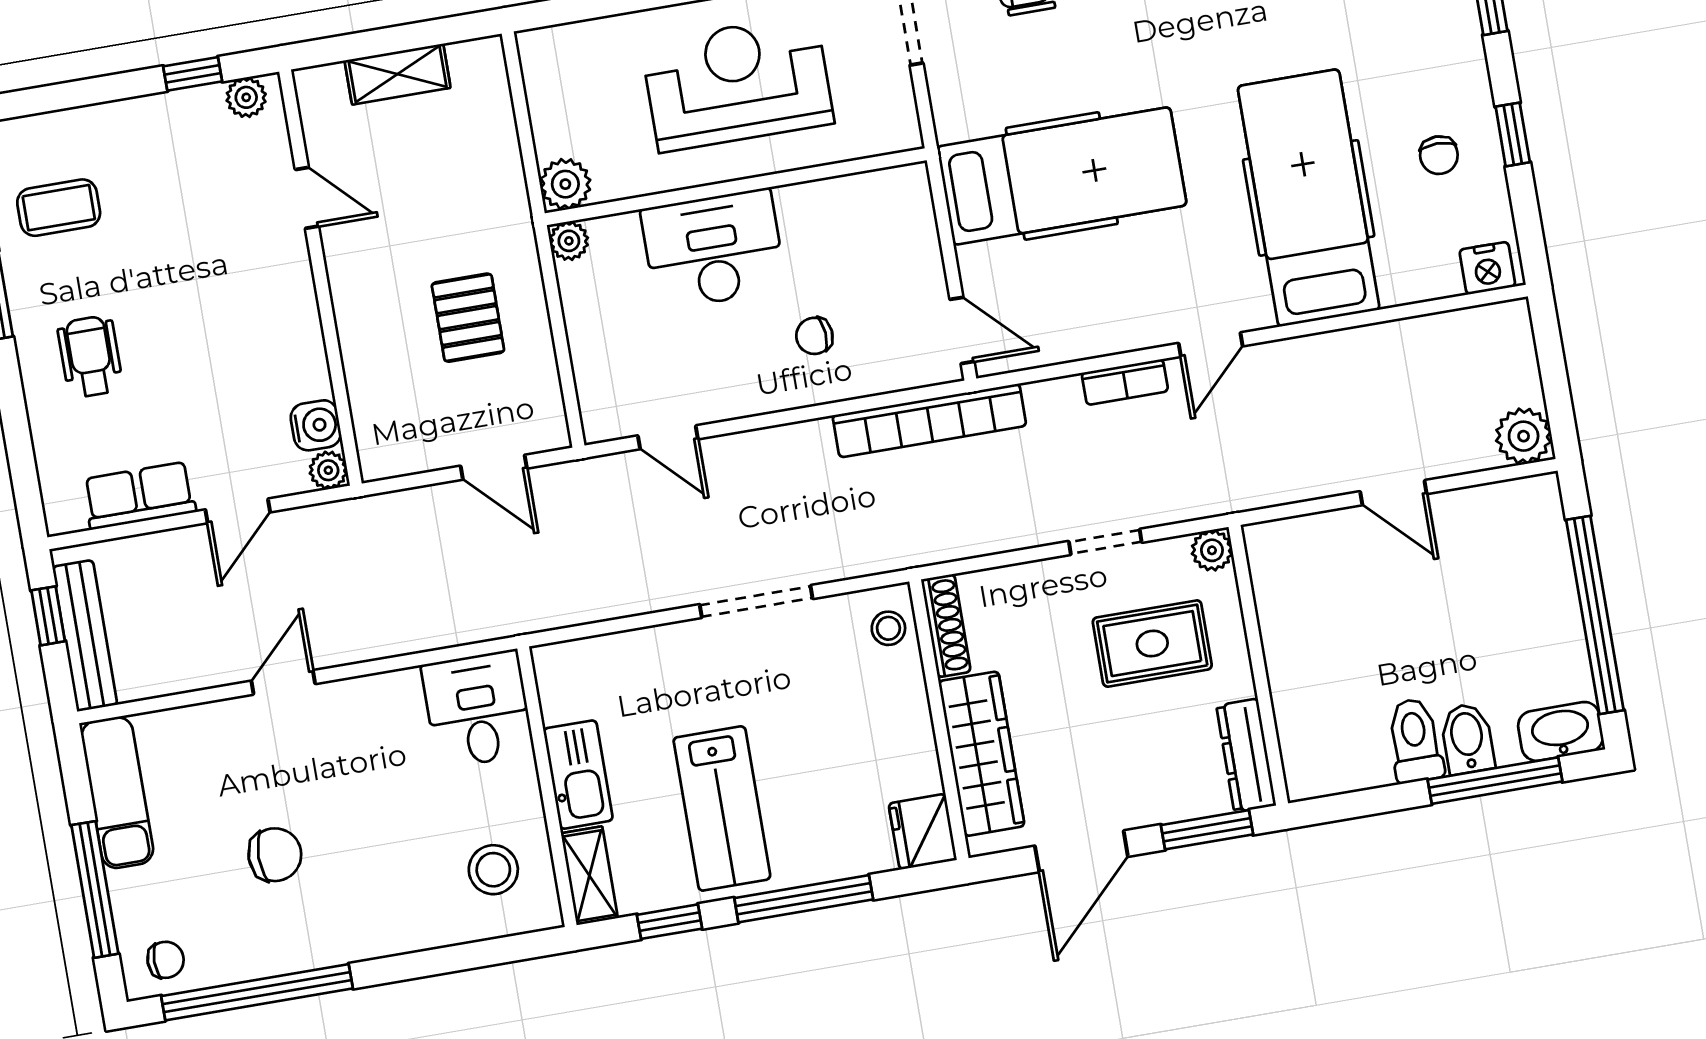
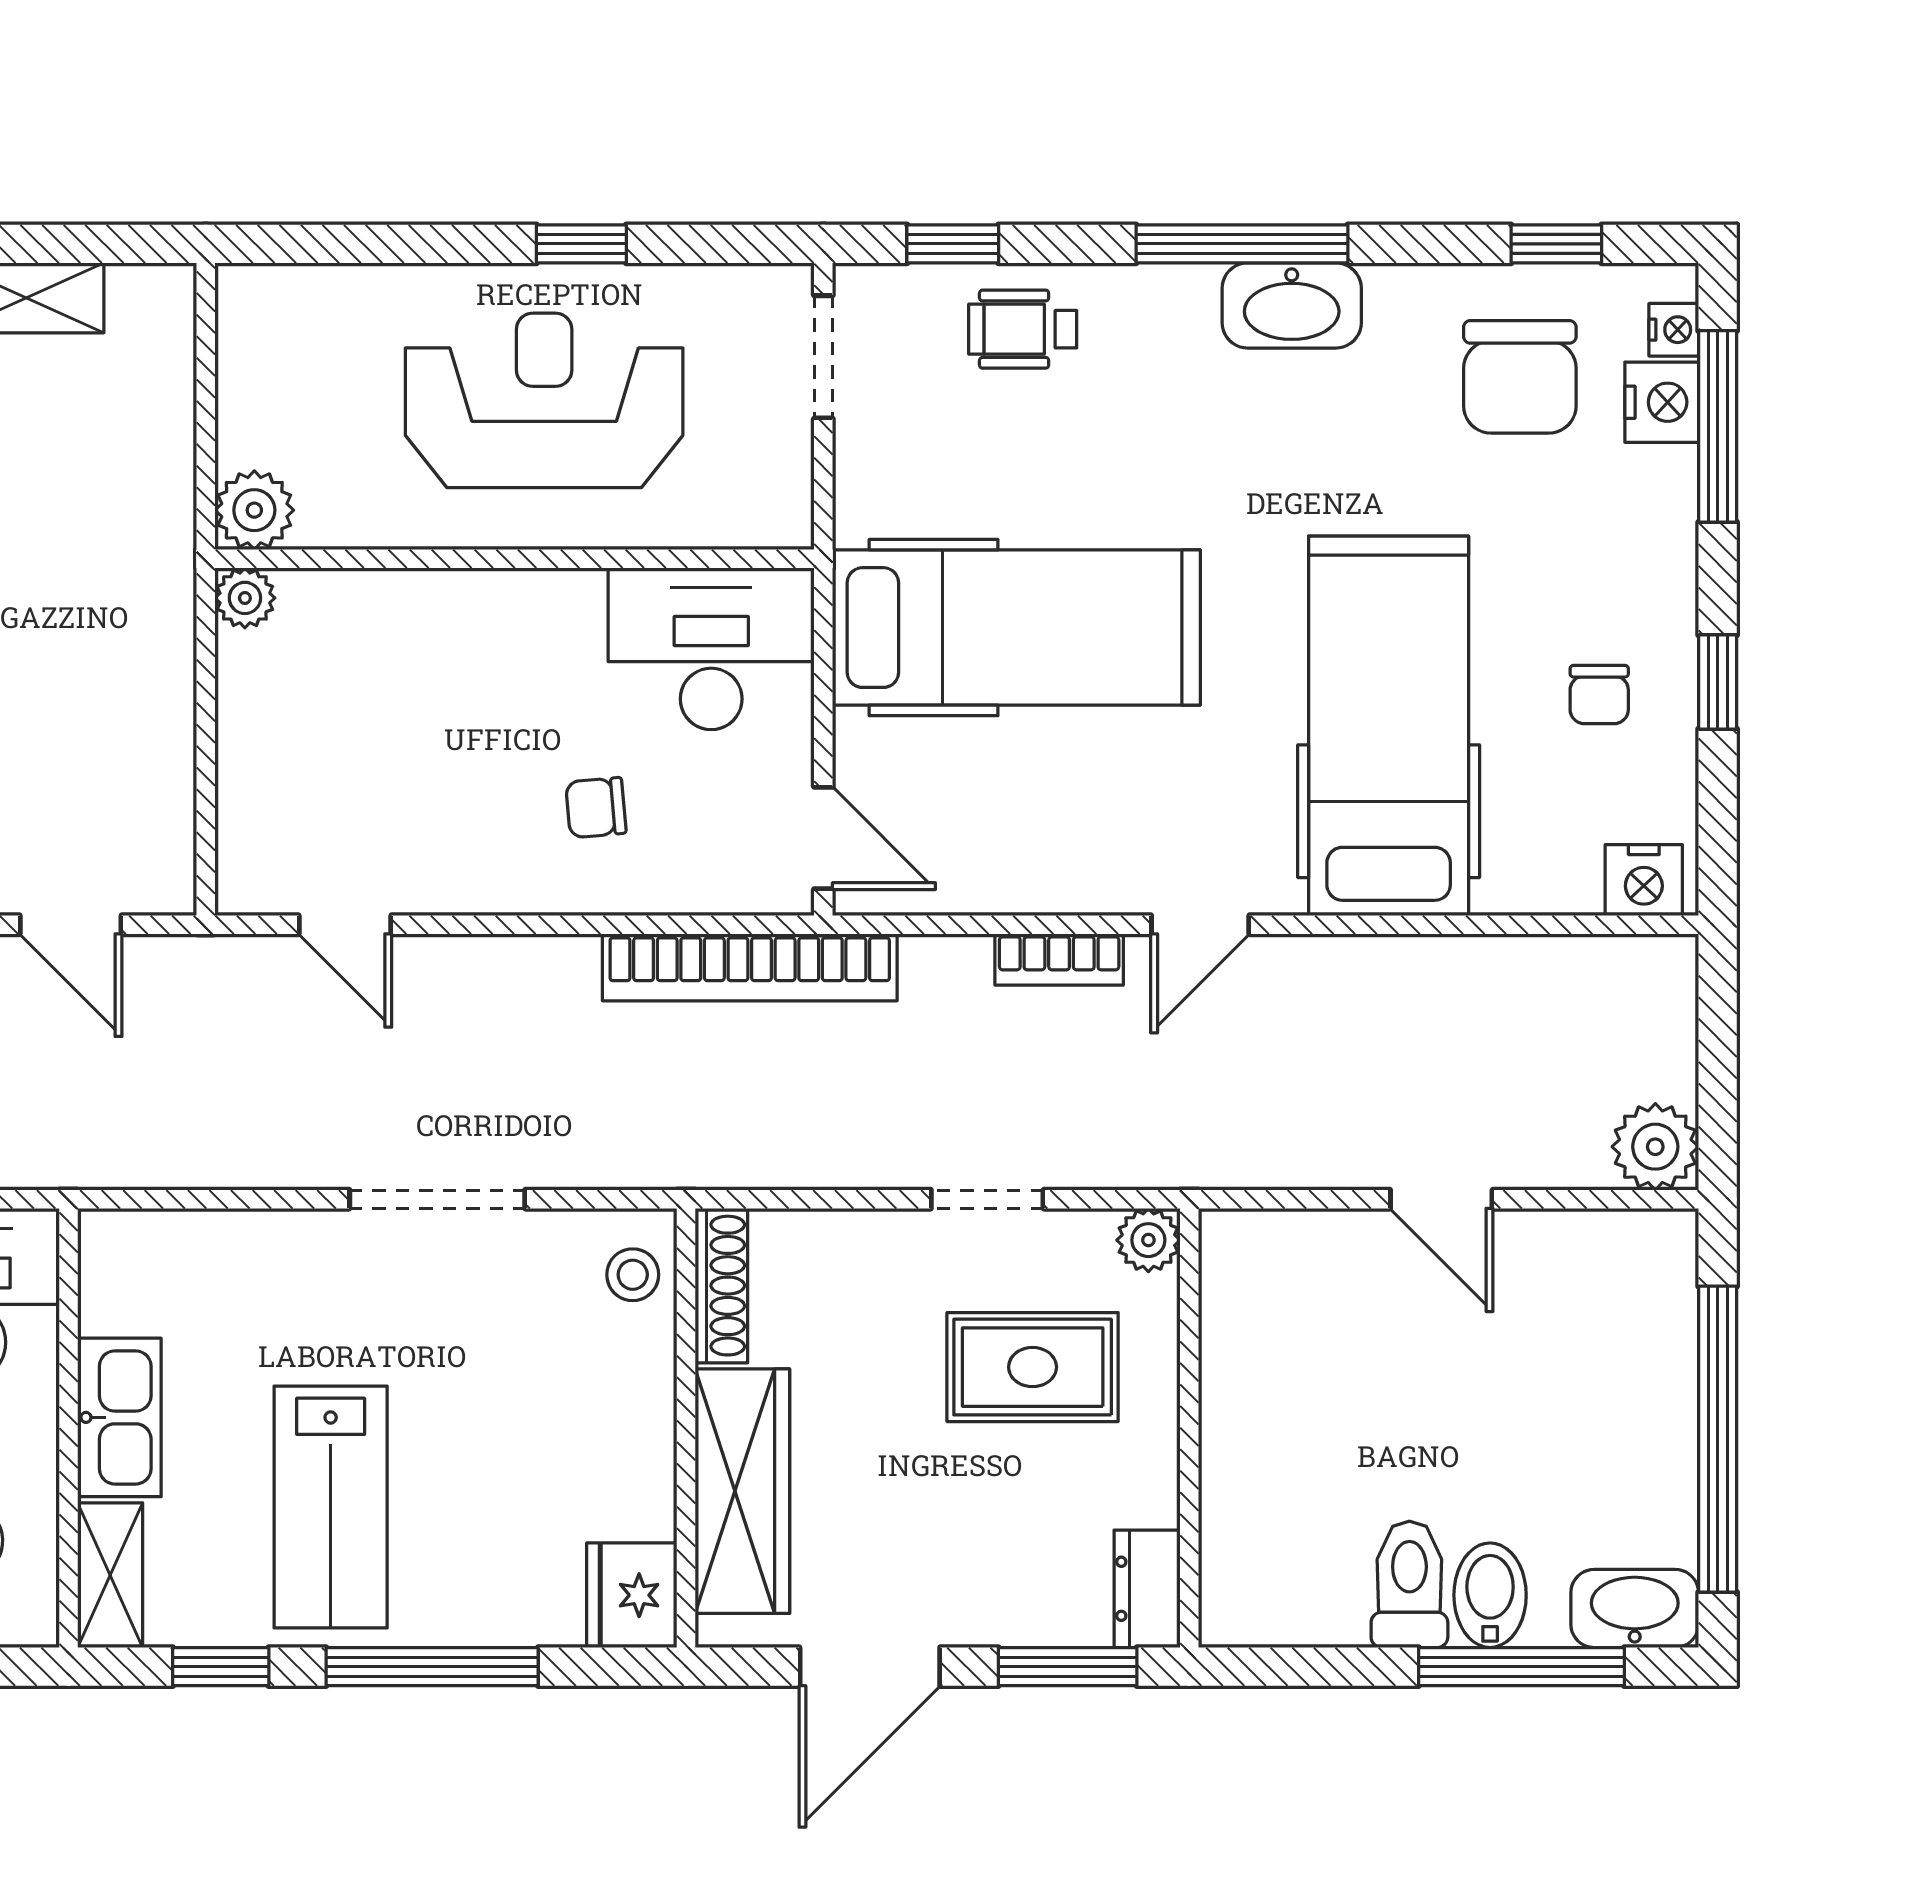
desk: (713, 249) -> (711, 649), moved
pallet: (468, 318) -> (70, 689), removed
dresser: (1246, 756) -> (1147, 1589), width x0.70

